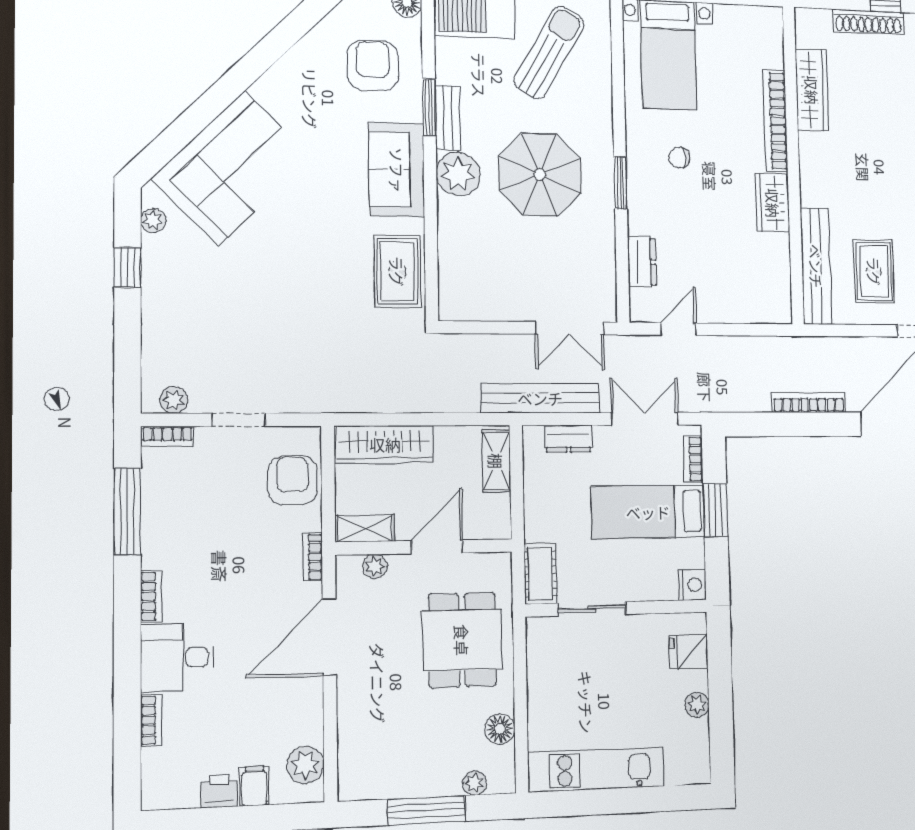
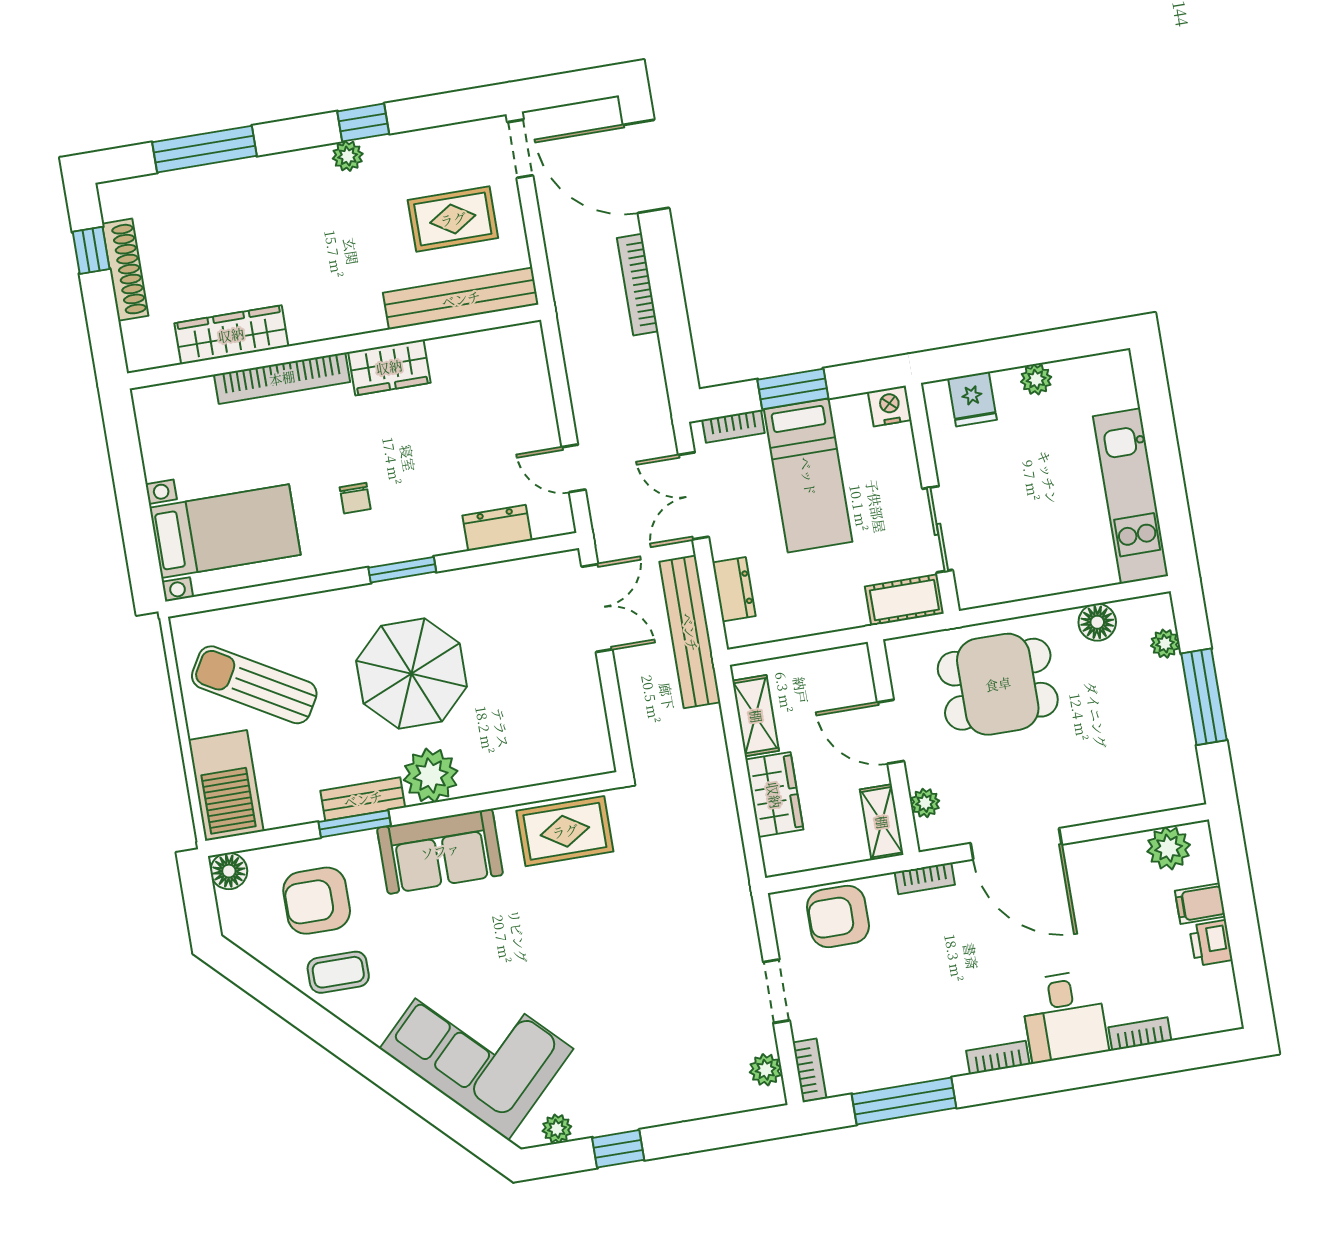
coffee table: (312, 71) -> (338, 972), added
wardrobe: (385, 444) -> (774, 795), width x0.67
shelving: (496, 461) -> (756, 716), moved, turned 90

